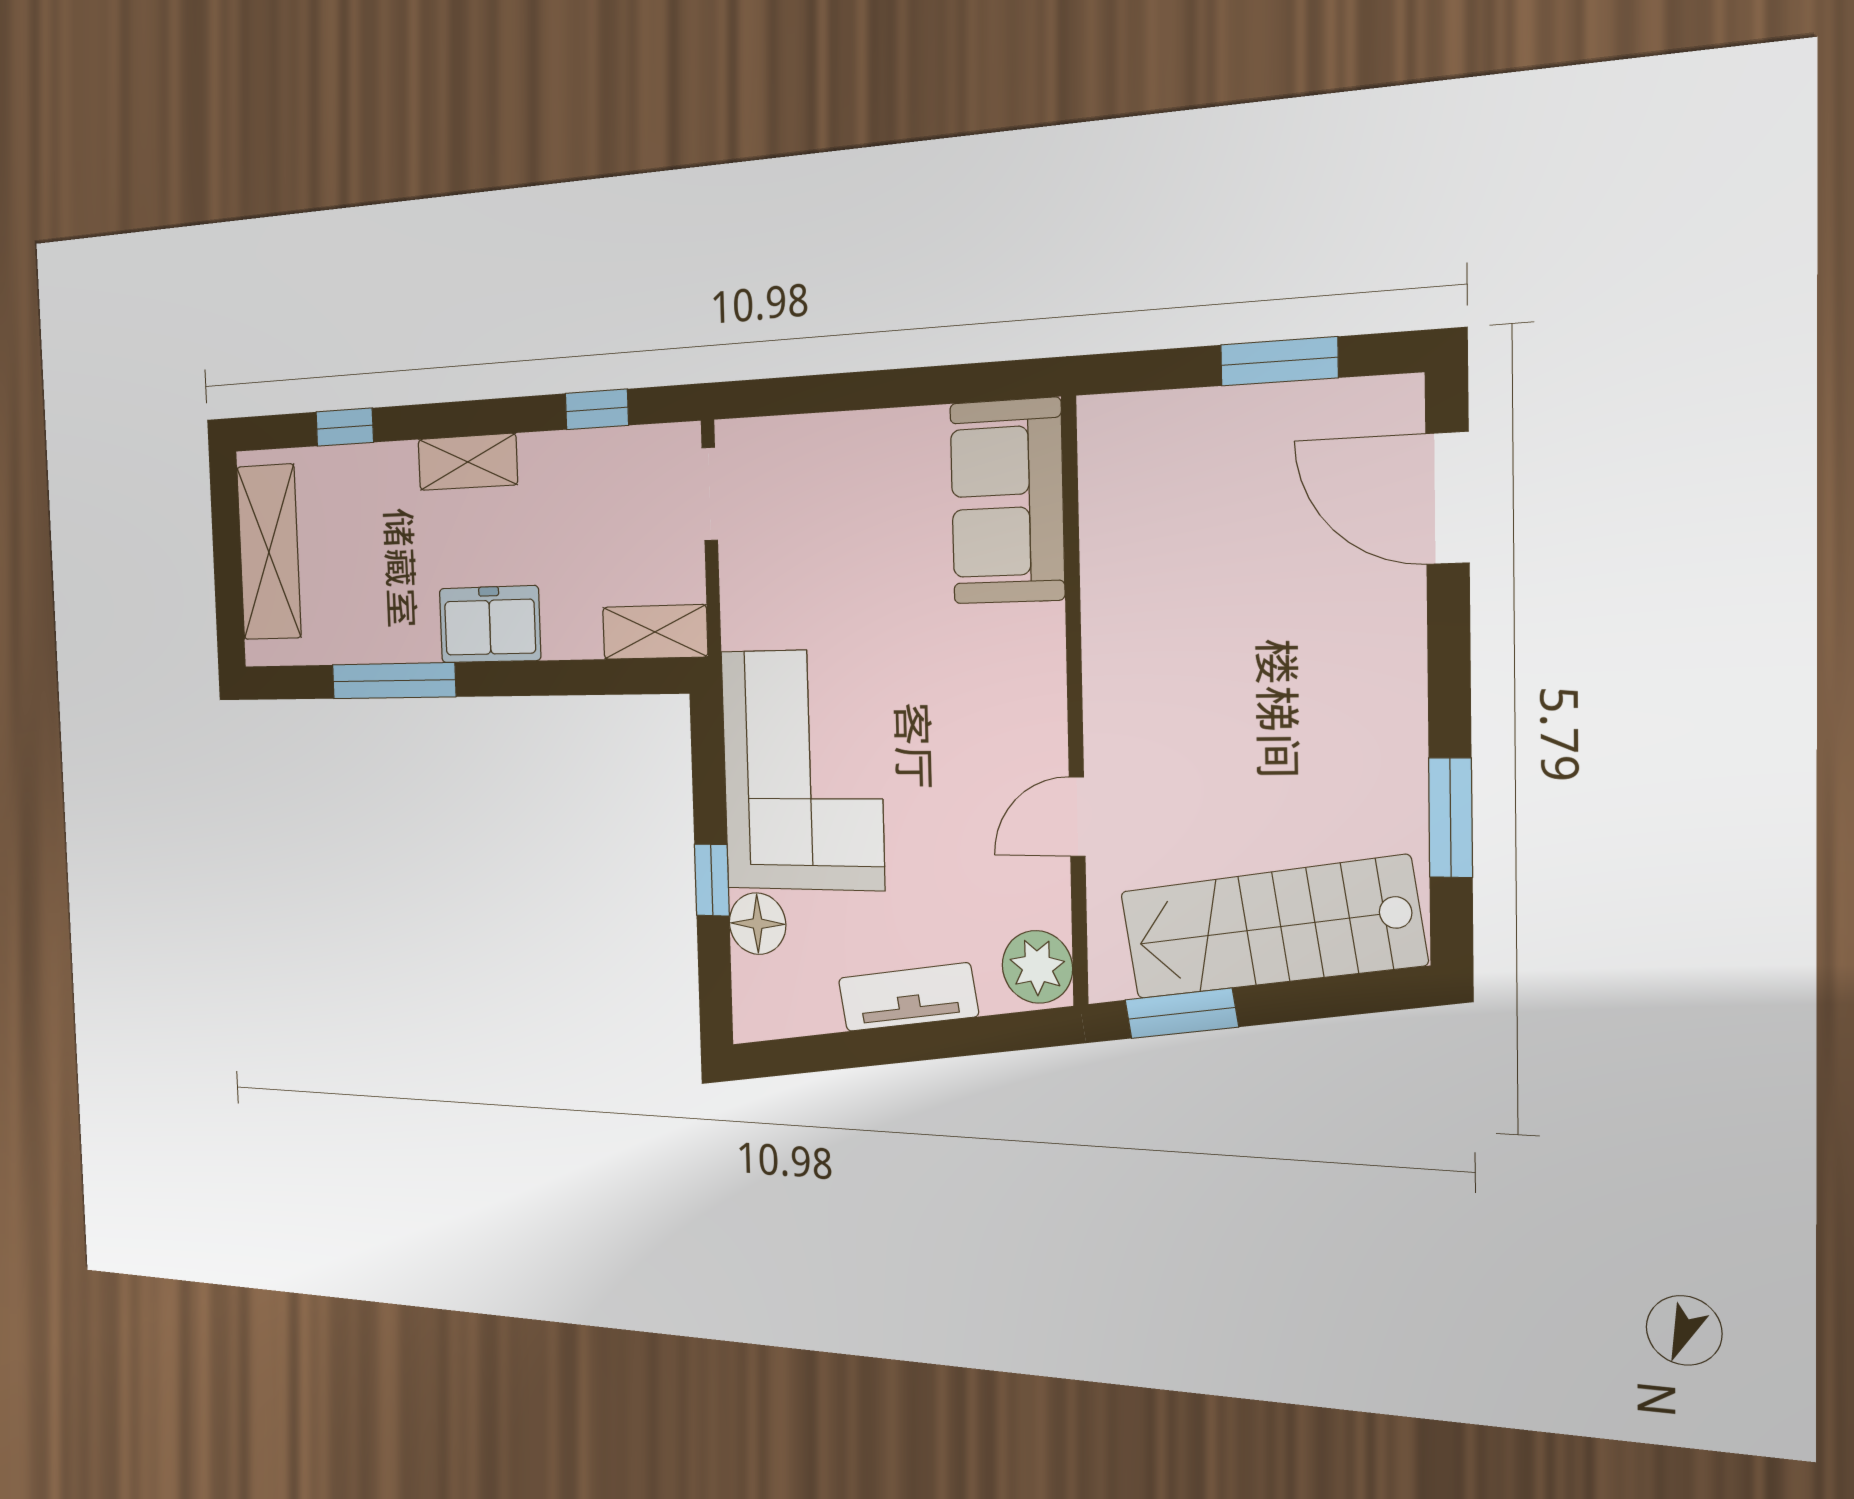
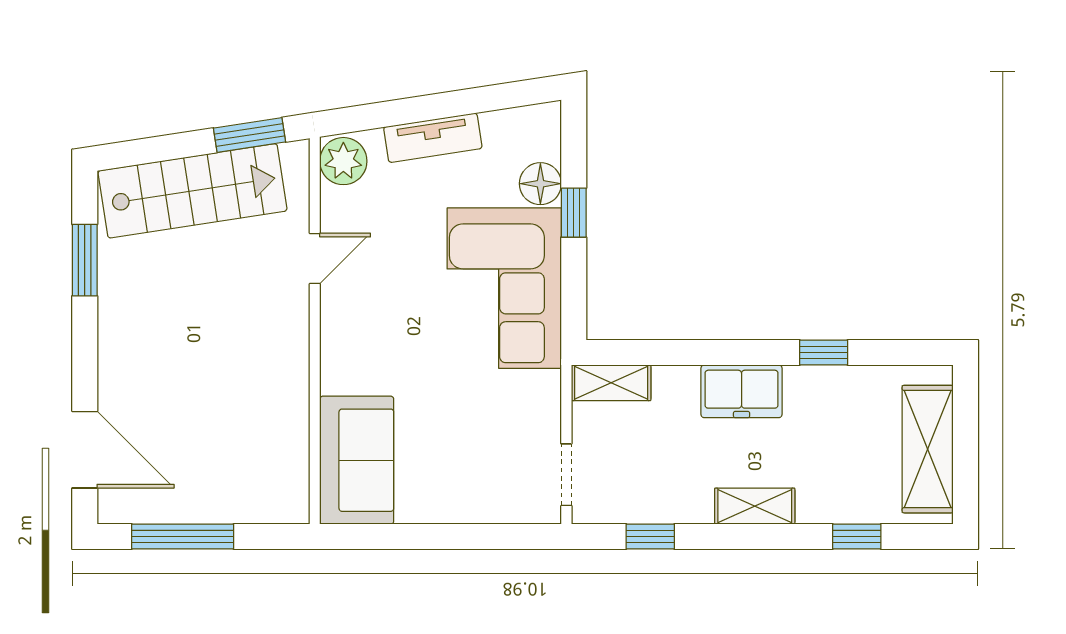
window: (1279, 361) -> (183, 537), width x1.44
window: (394, 681) -> (824, 353), width x0.46

